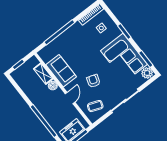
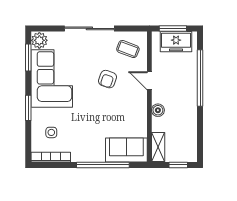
sofa: (61, 71) -> (126, 150), moved, turned 90
shelving: (43, 74) -> (158, 147), moved
door: (70, 98) -> (149, 81), hinge flipped

